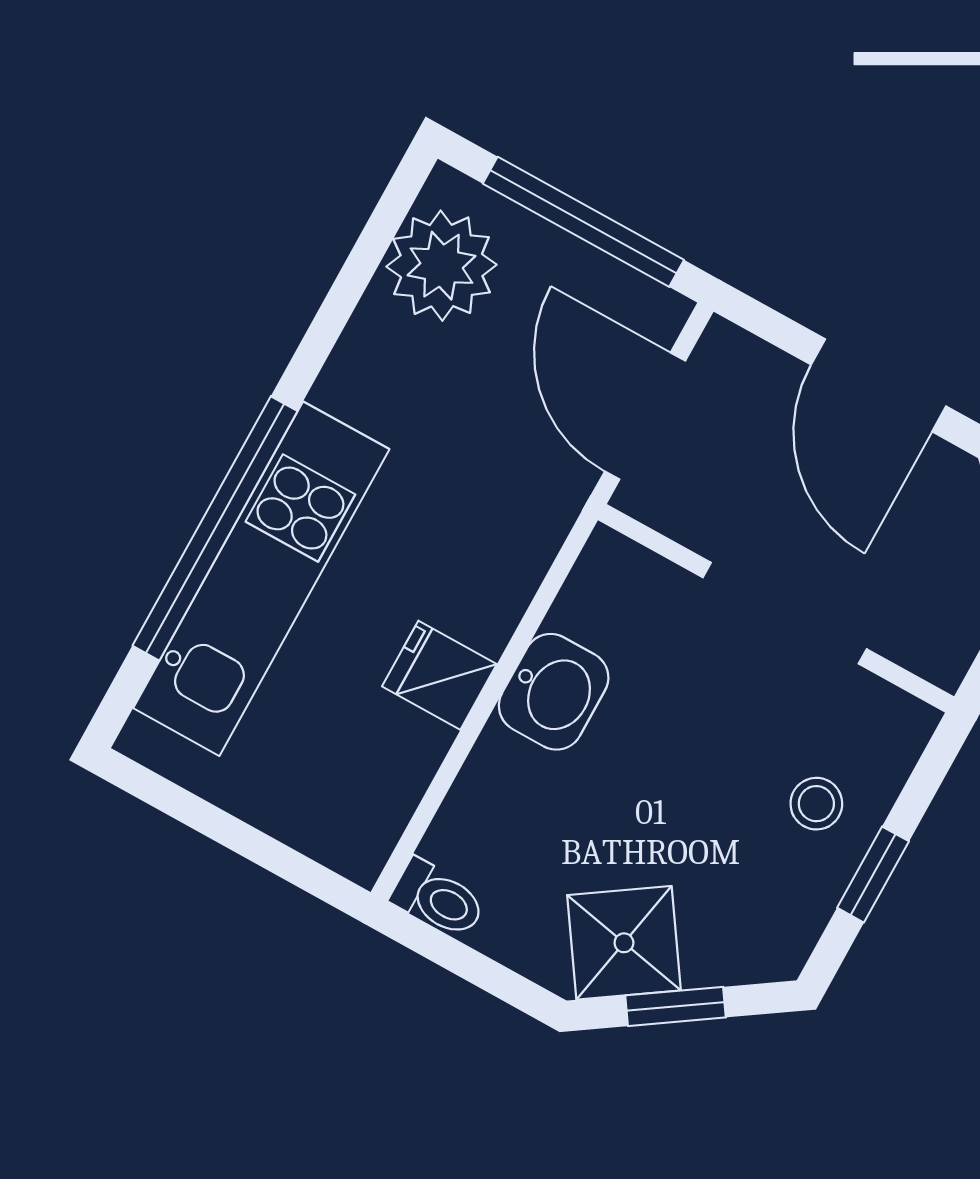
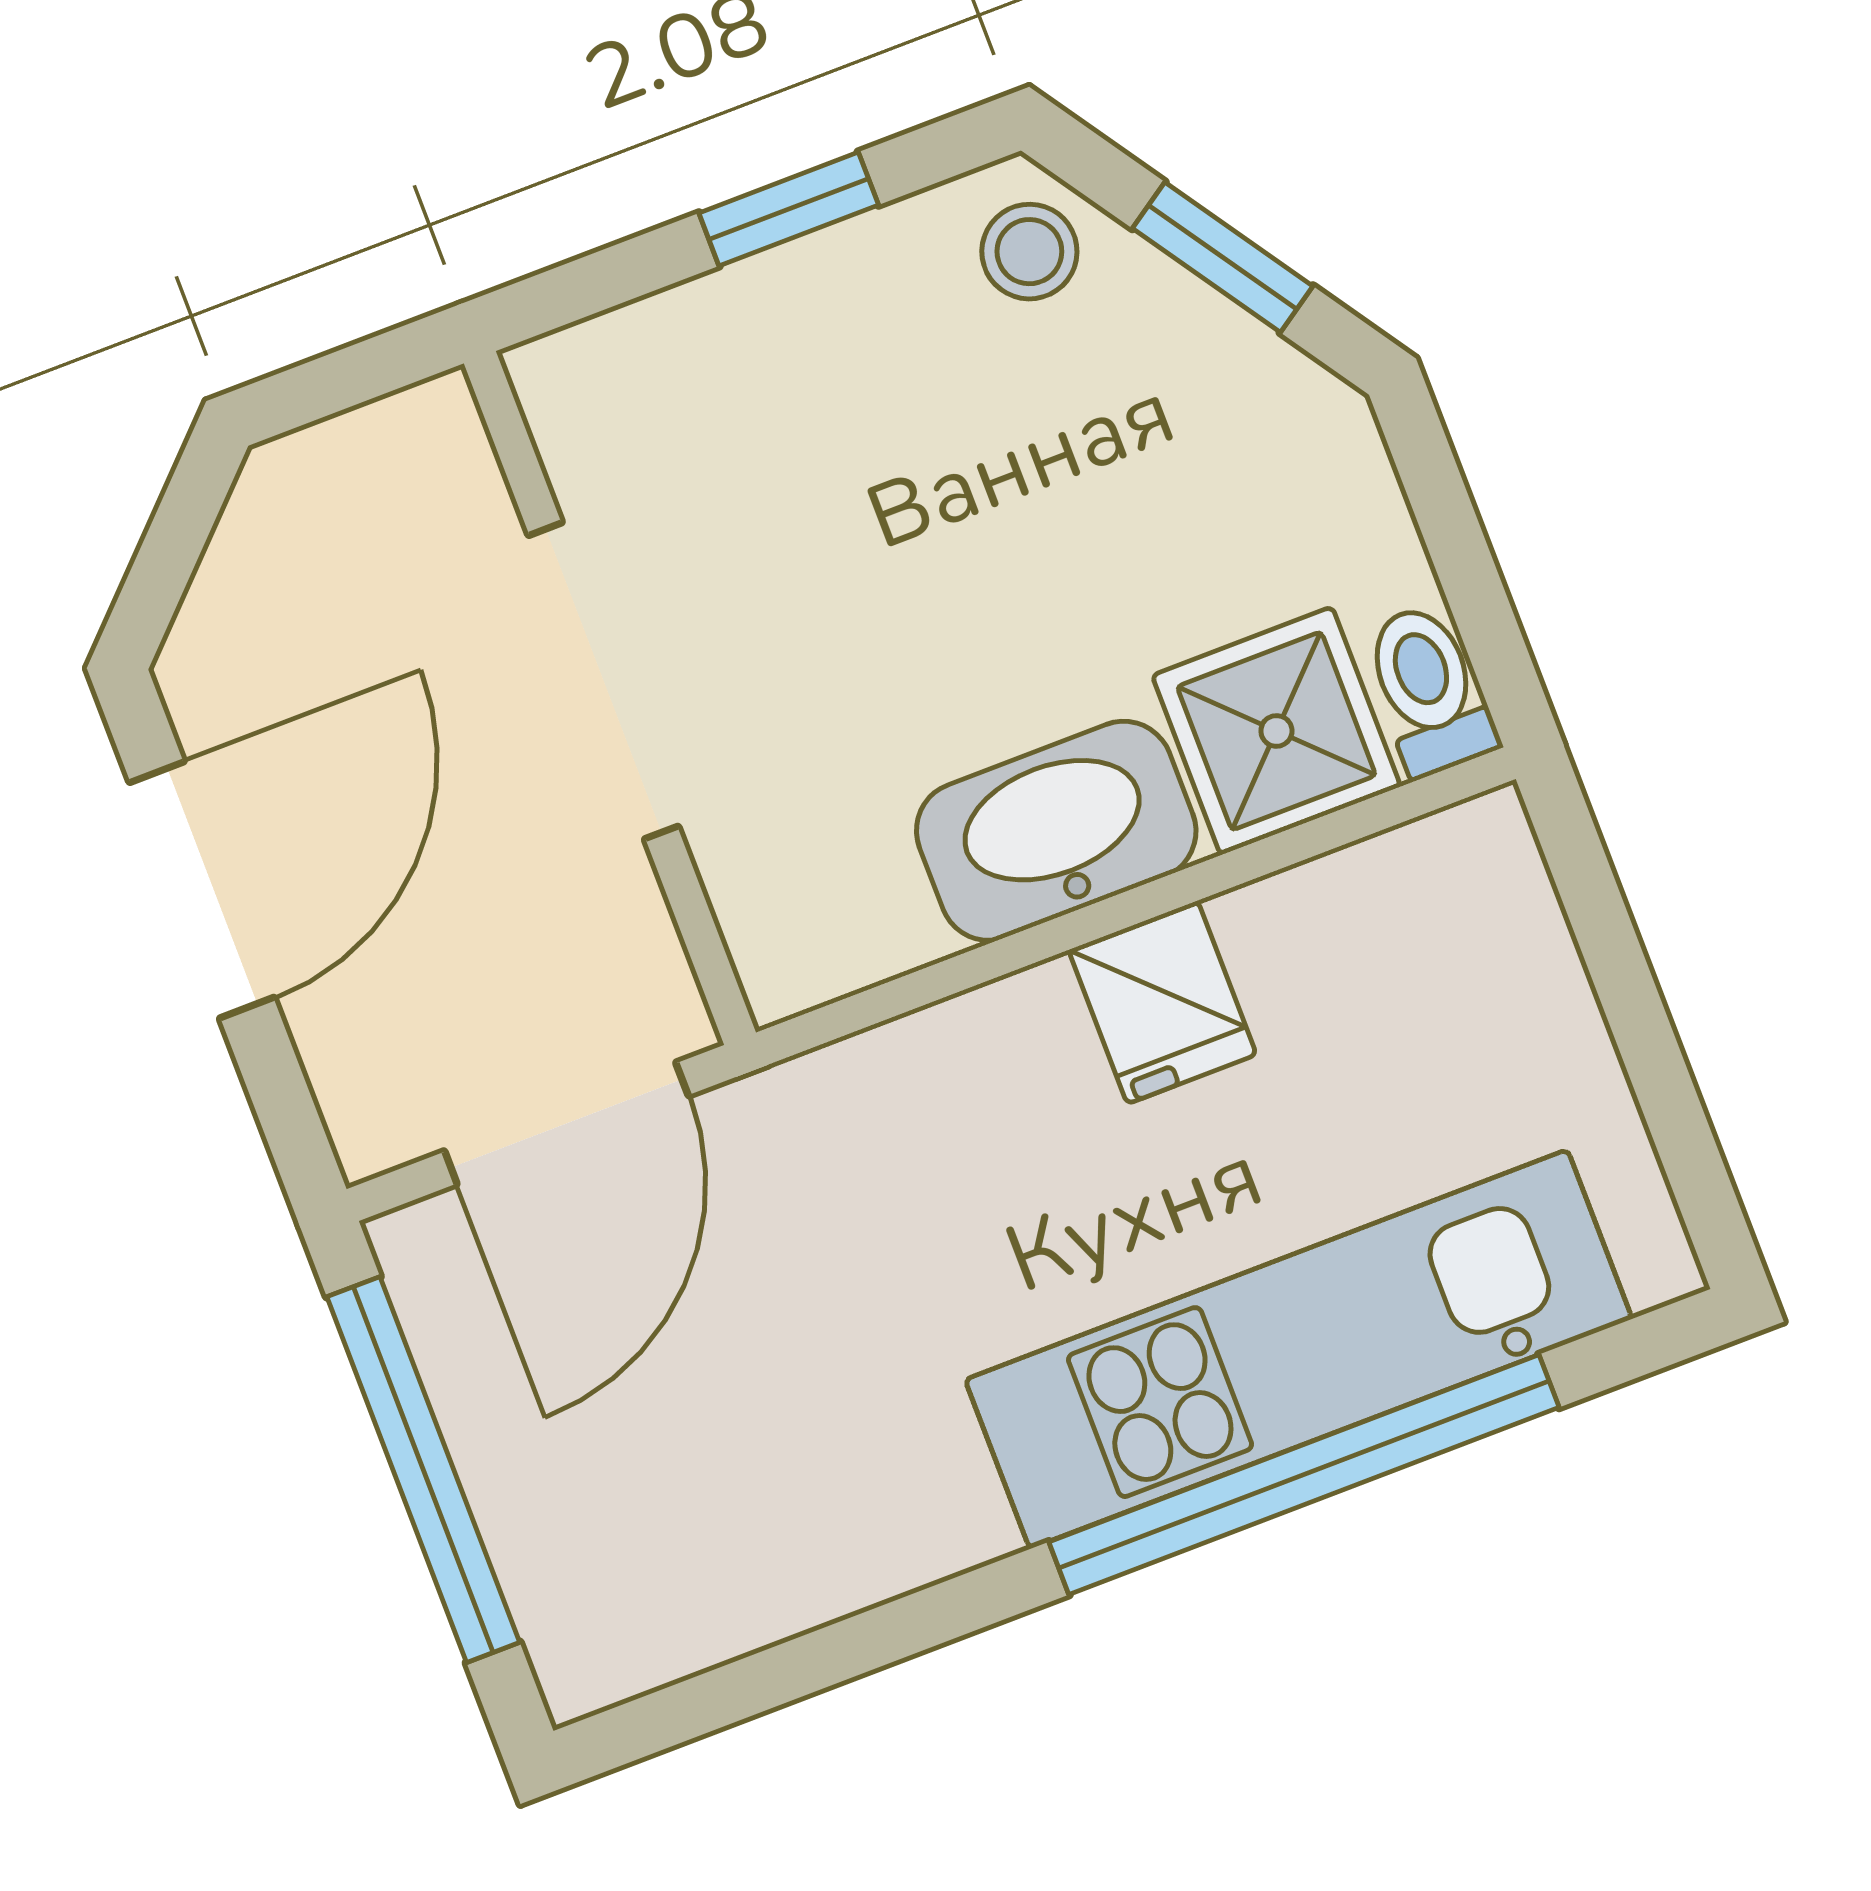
plant: (442, 266) -> (675, 1576), removed
washbasin: (554, 692) -> (1056, 831), width x1.38
stool: (816, 804) -> (1029, 252), moved
shower: (624, 943) -> (1276, 731), moved, turned 34

